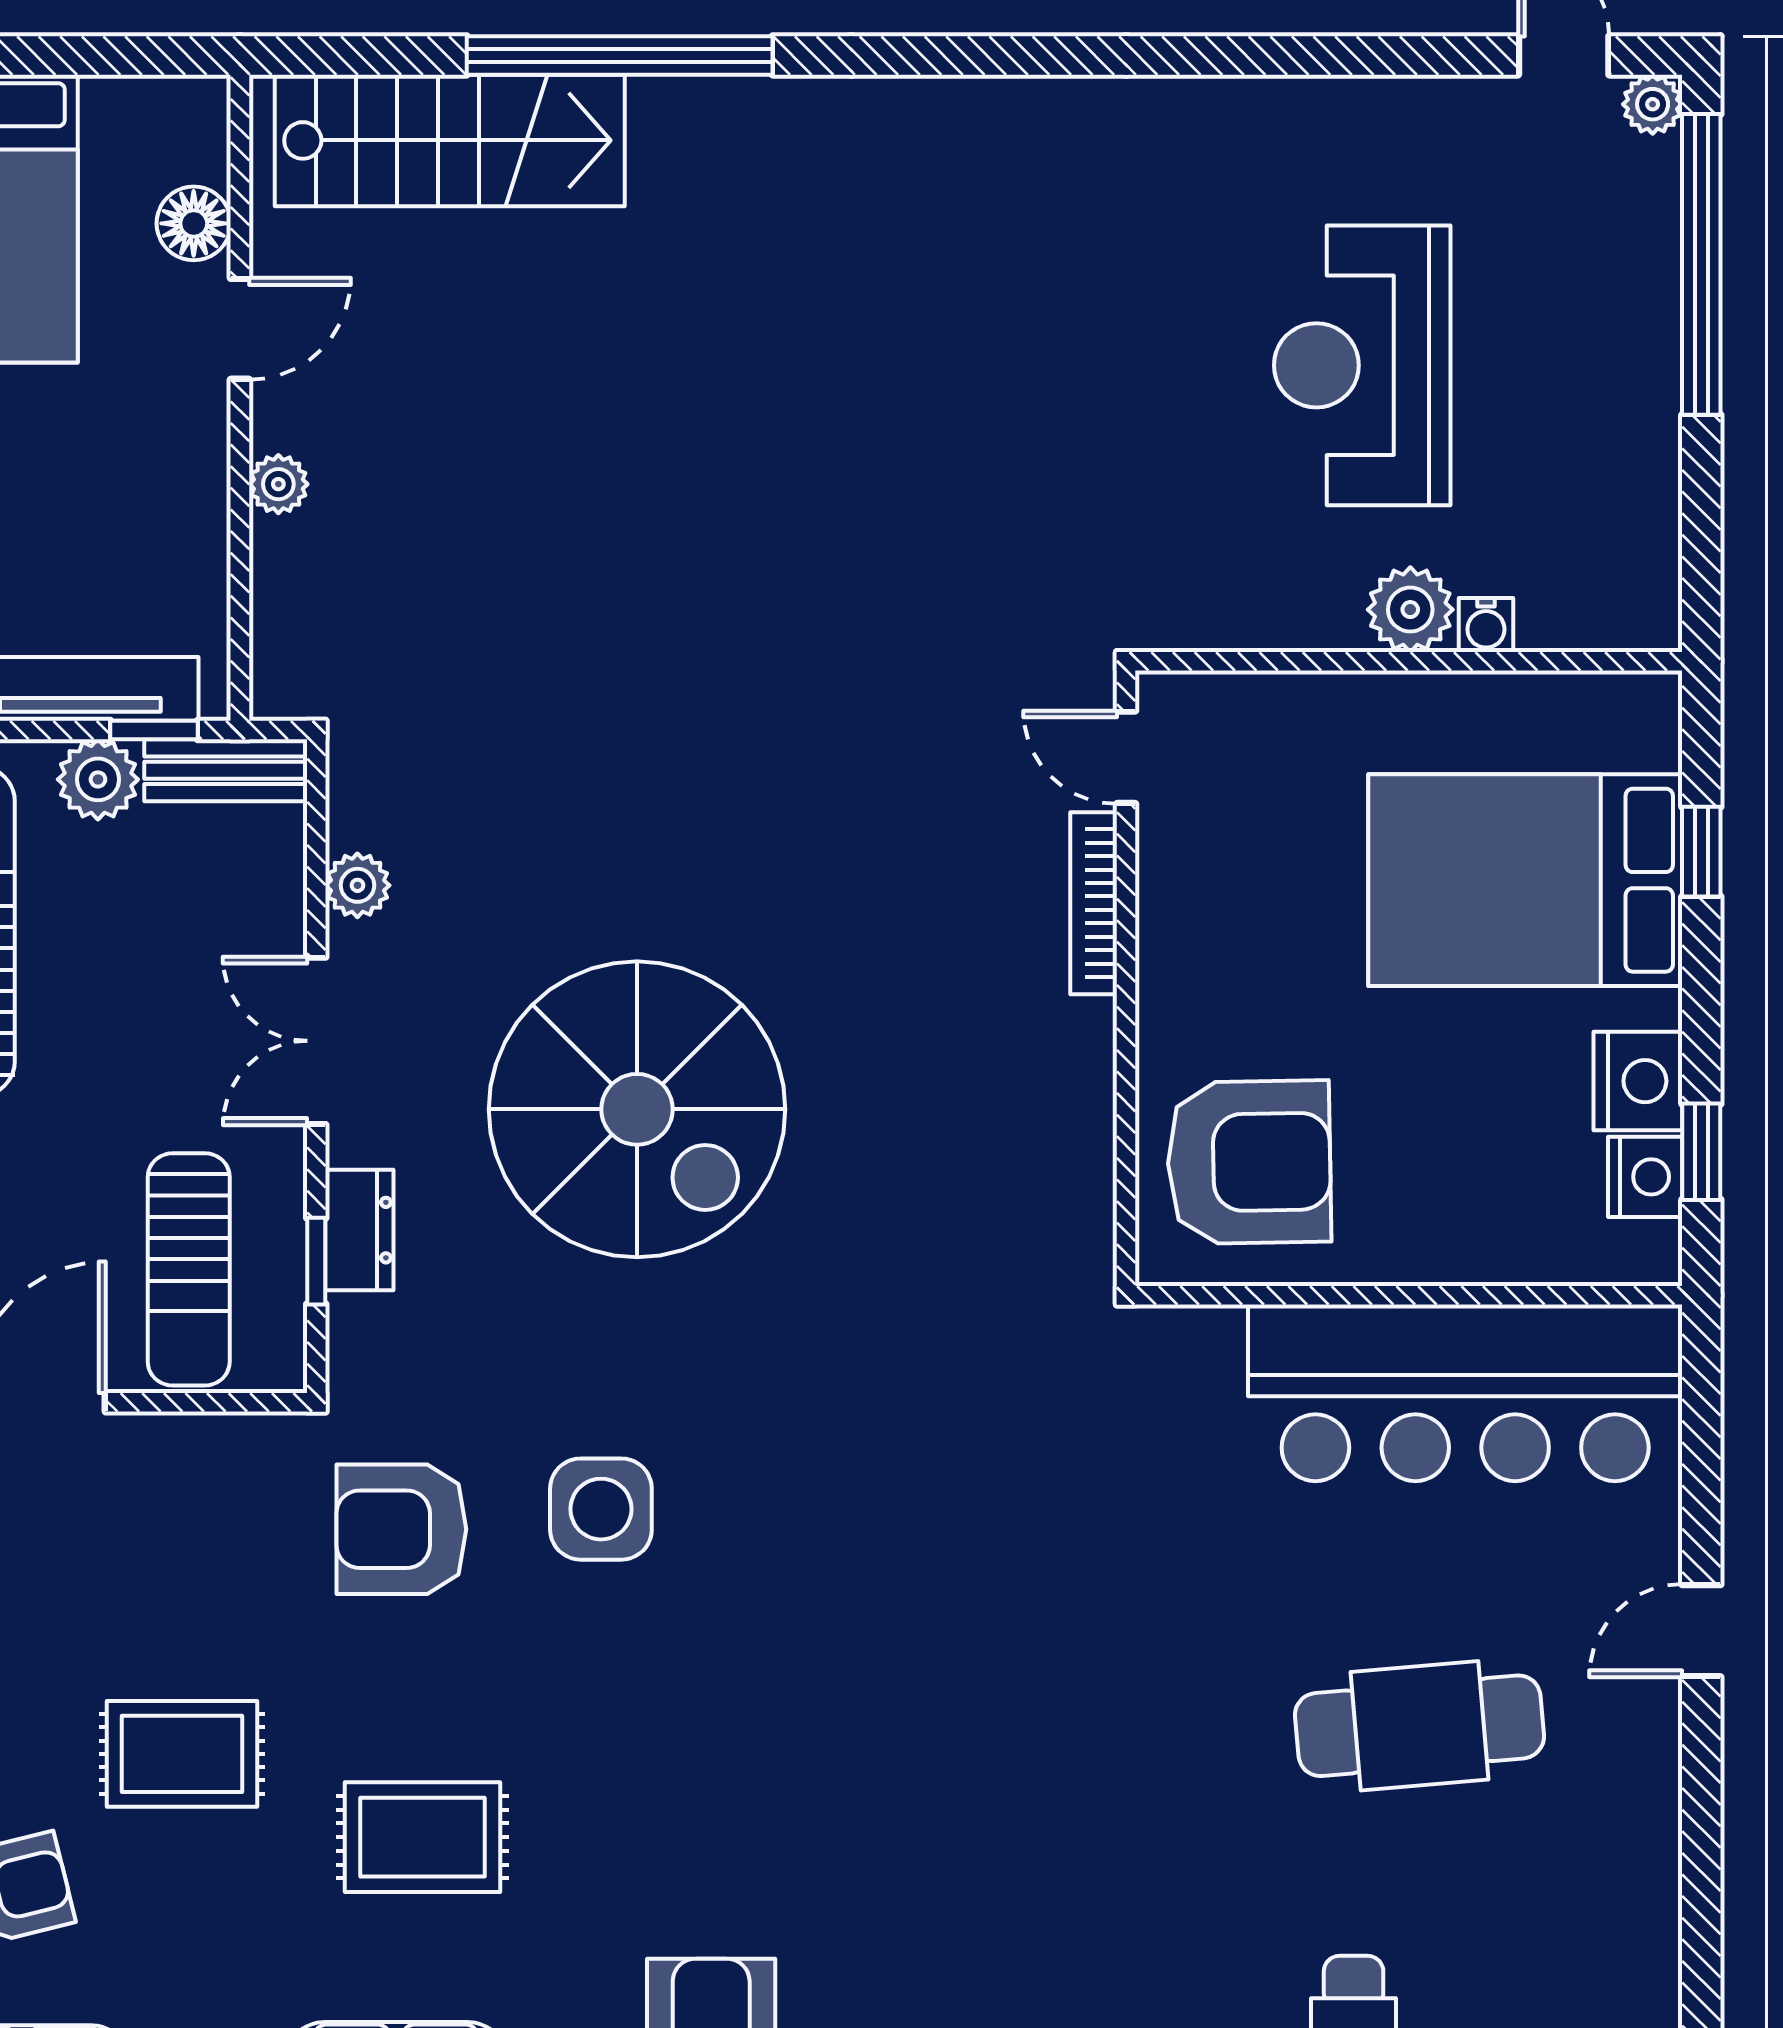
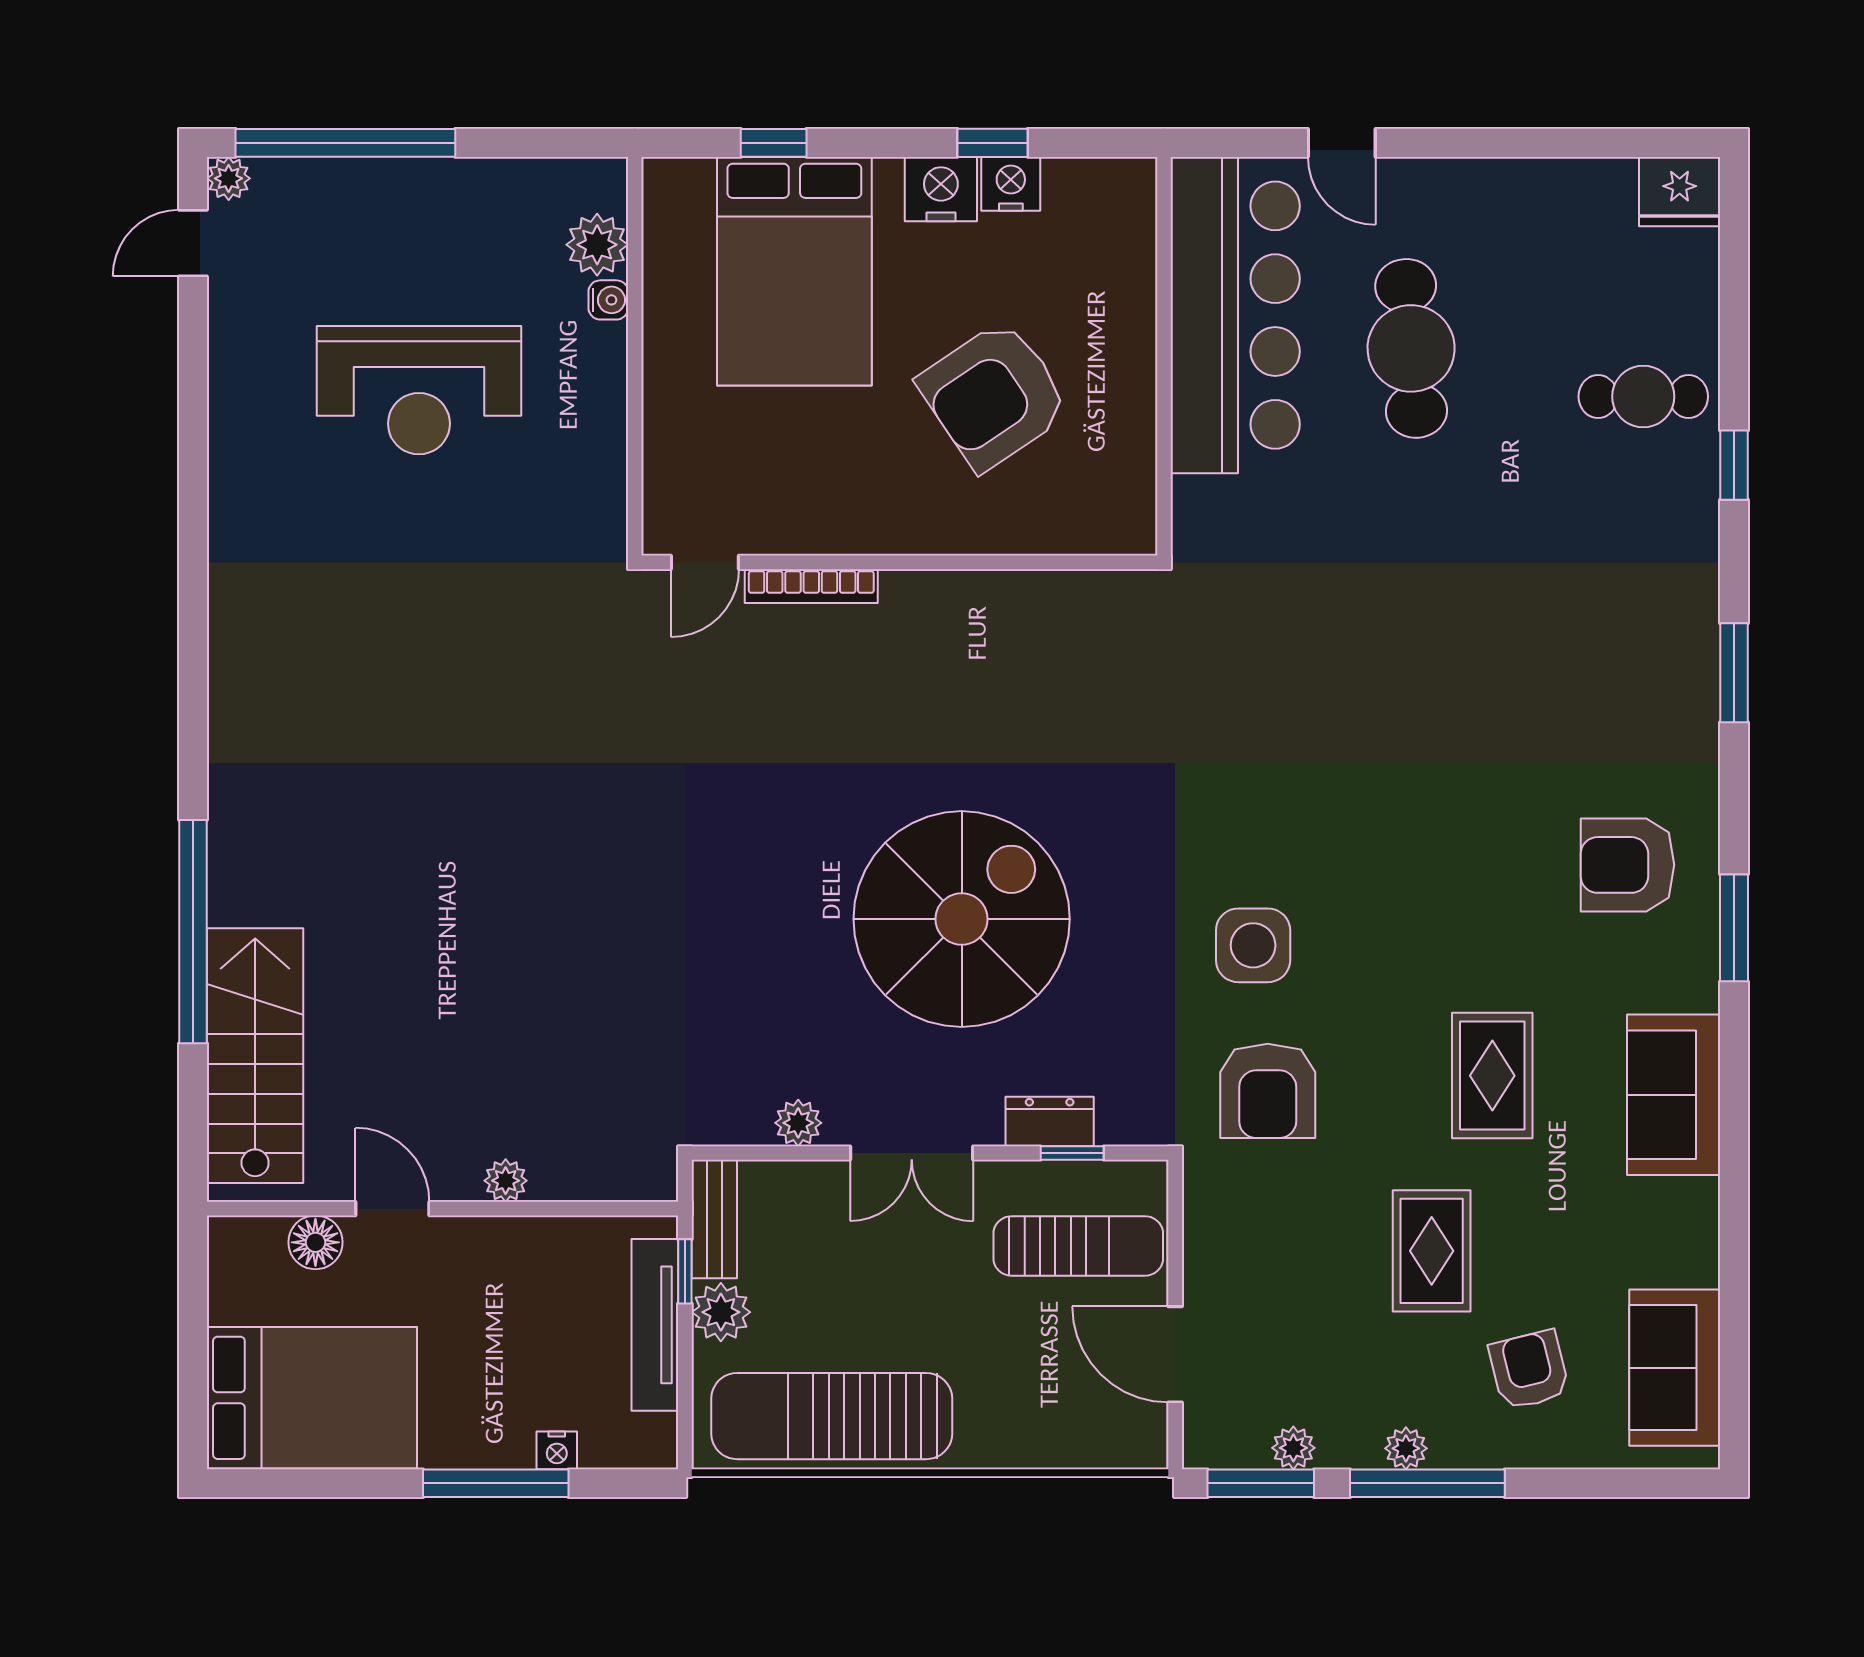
plant: (1410, 610) -> (597, 245), moved
armchair: (1249, 1162) -> (994, 395), moved, turned -123
wall: (1409, 1295) -> (1164, 356), moved
bar counter: (1465, 1393) -> (1235, 315), moved

